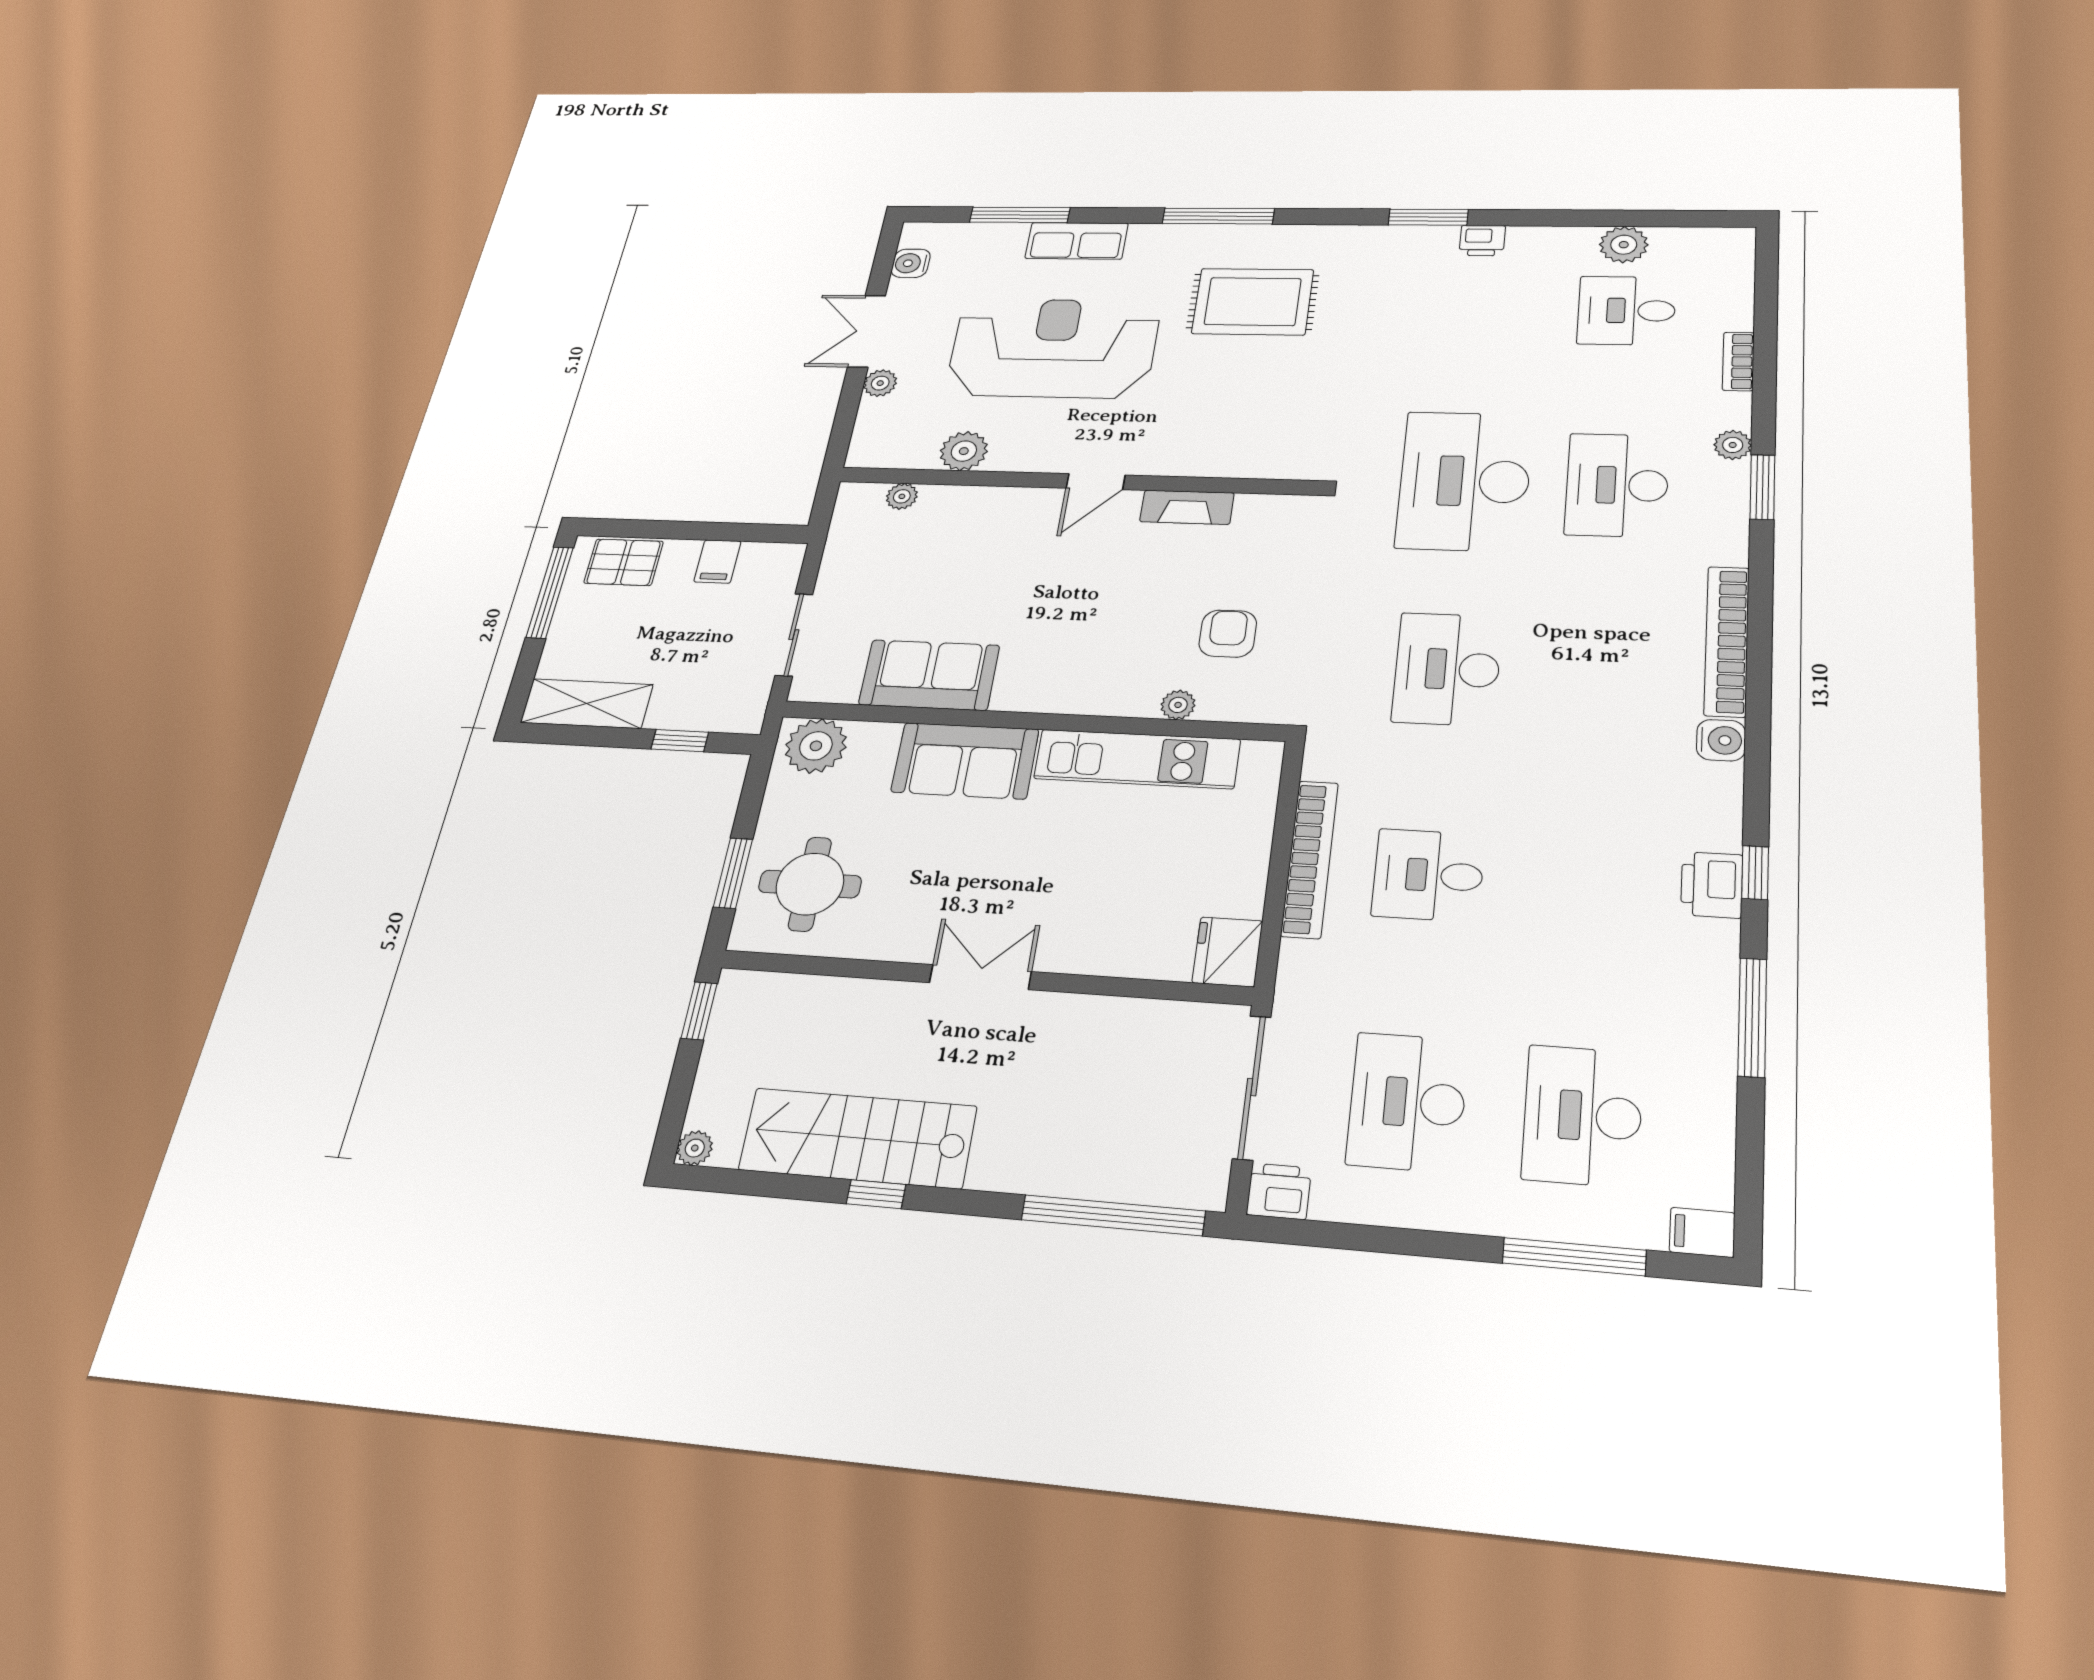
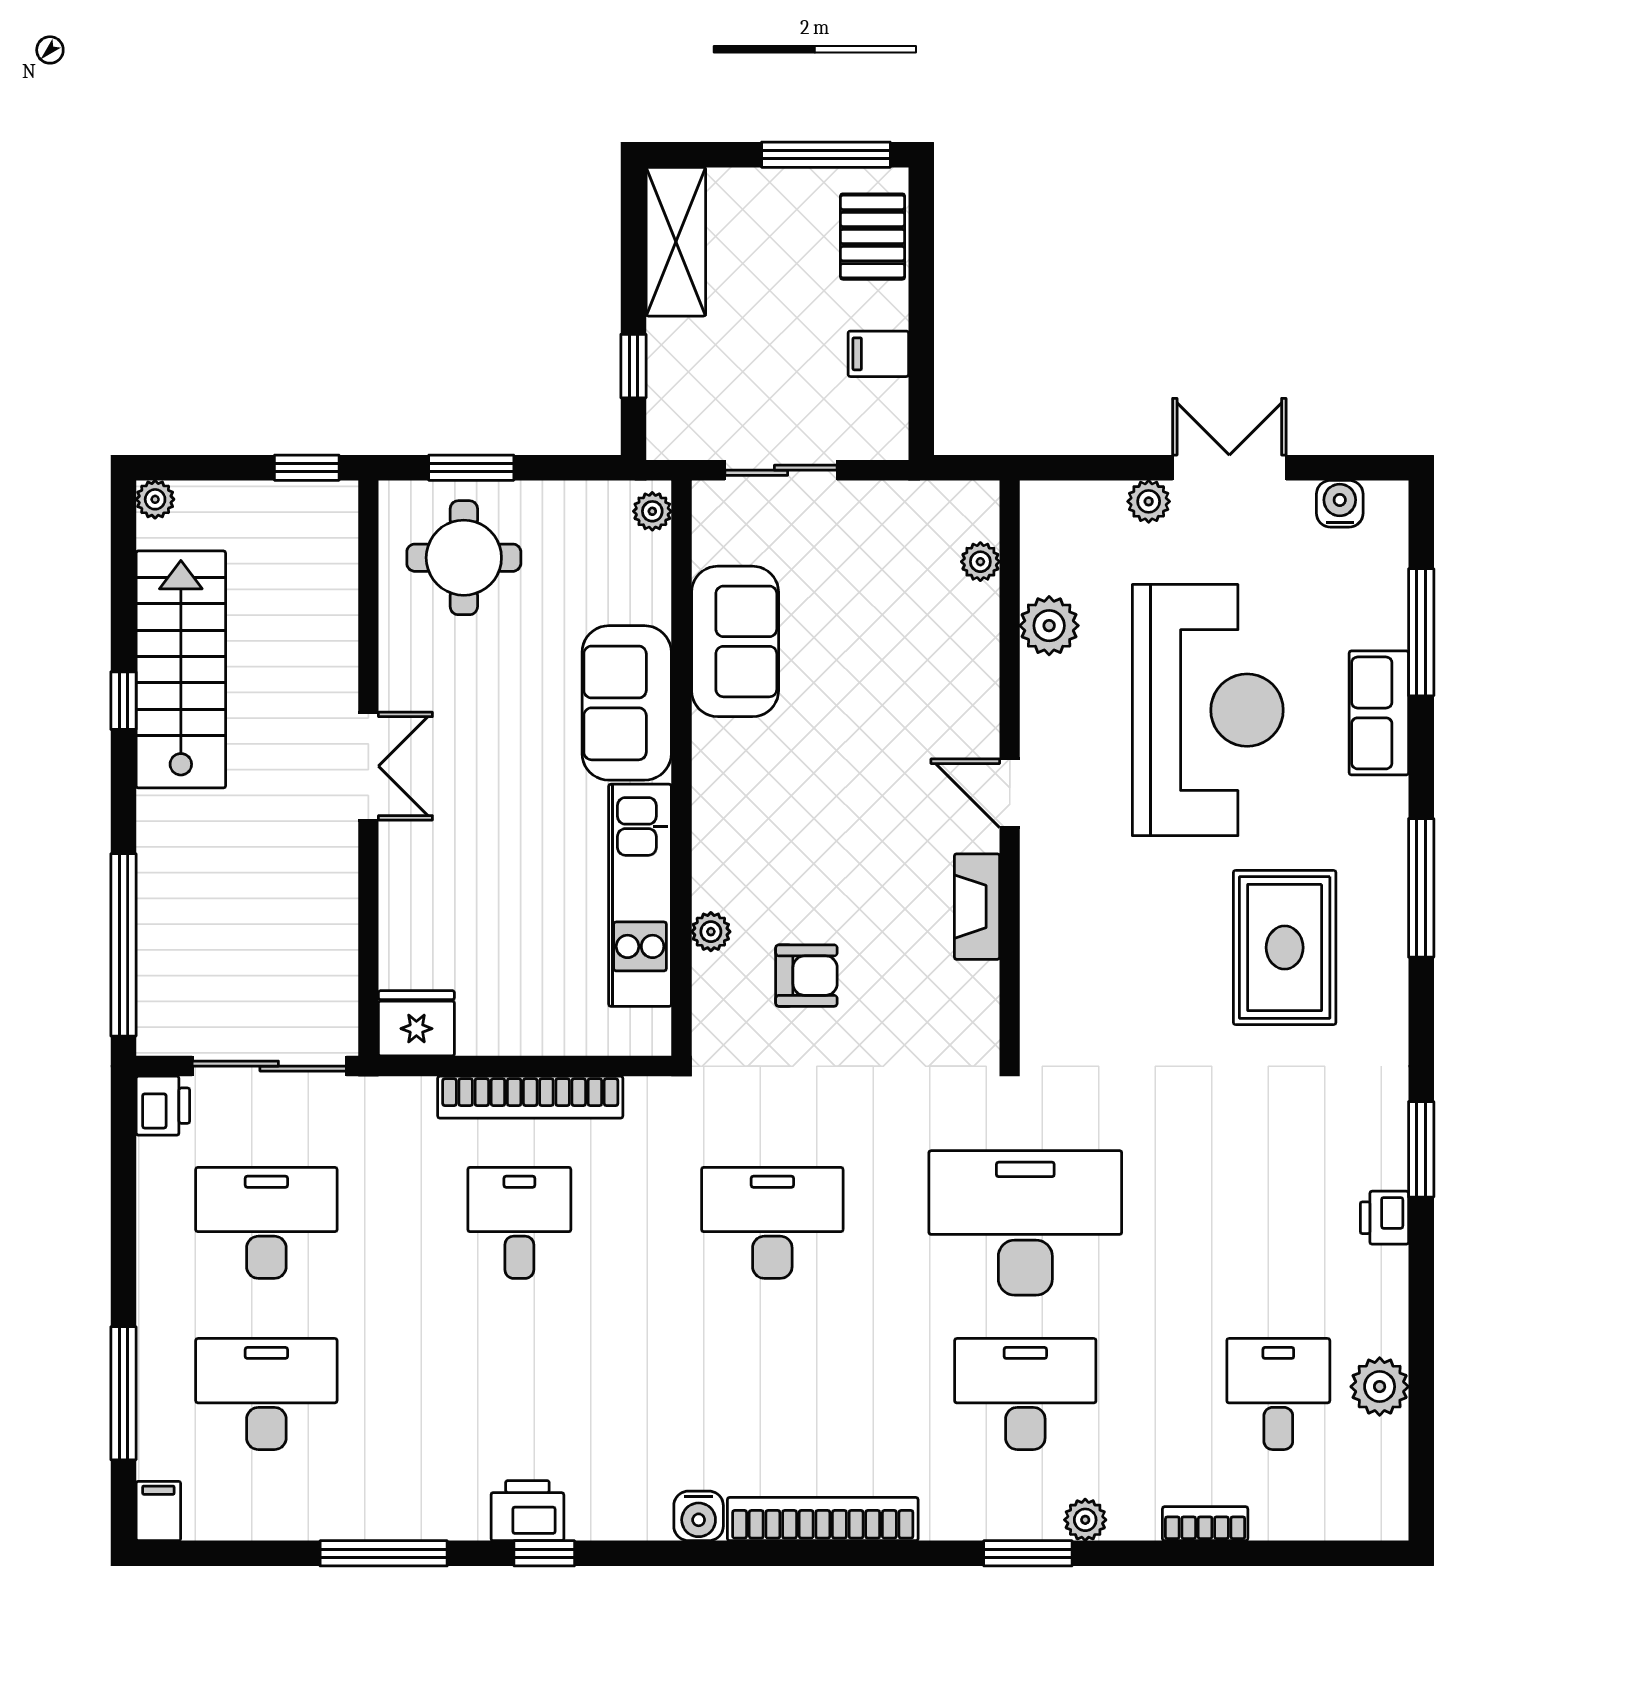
plant: (816, 746) -> (652, 511), width x0.53, depth x0.53

